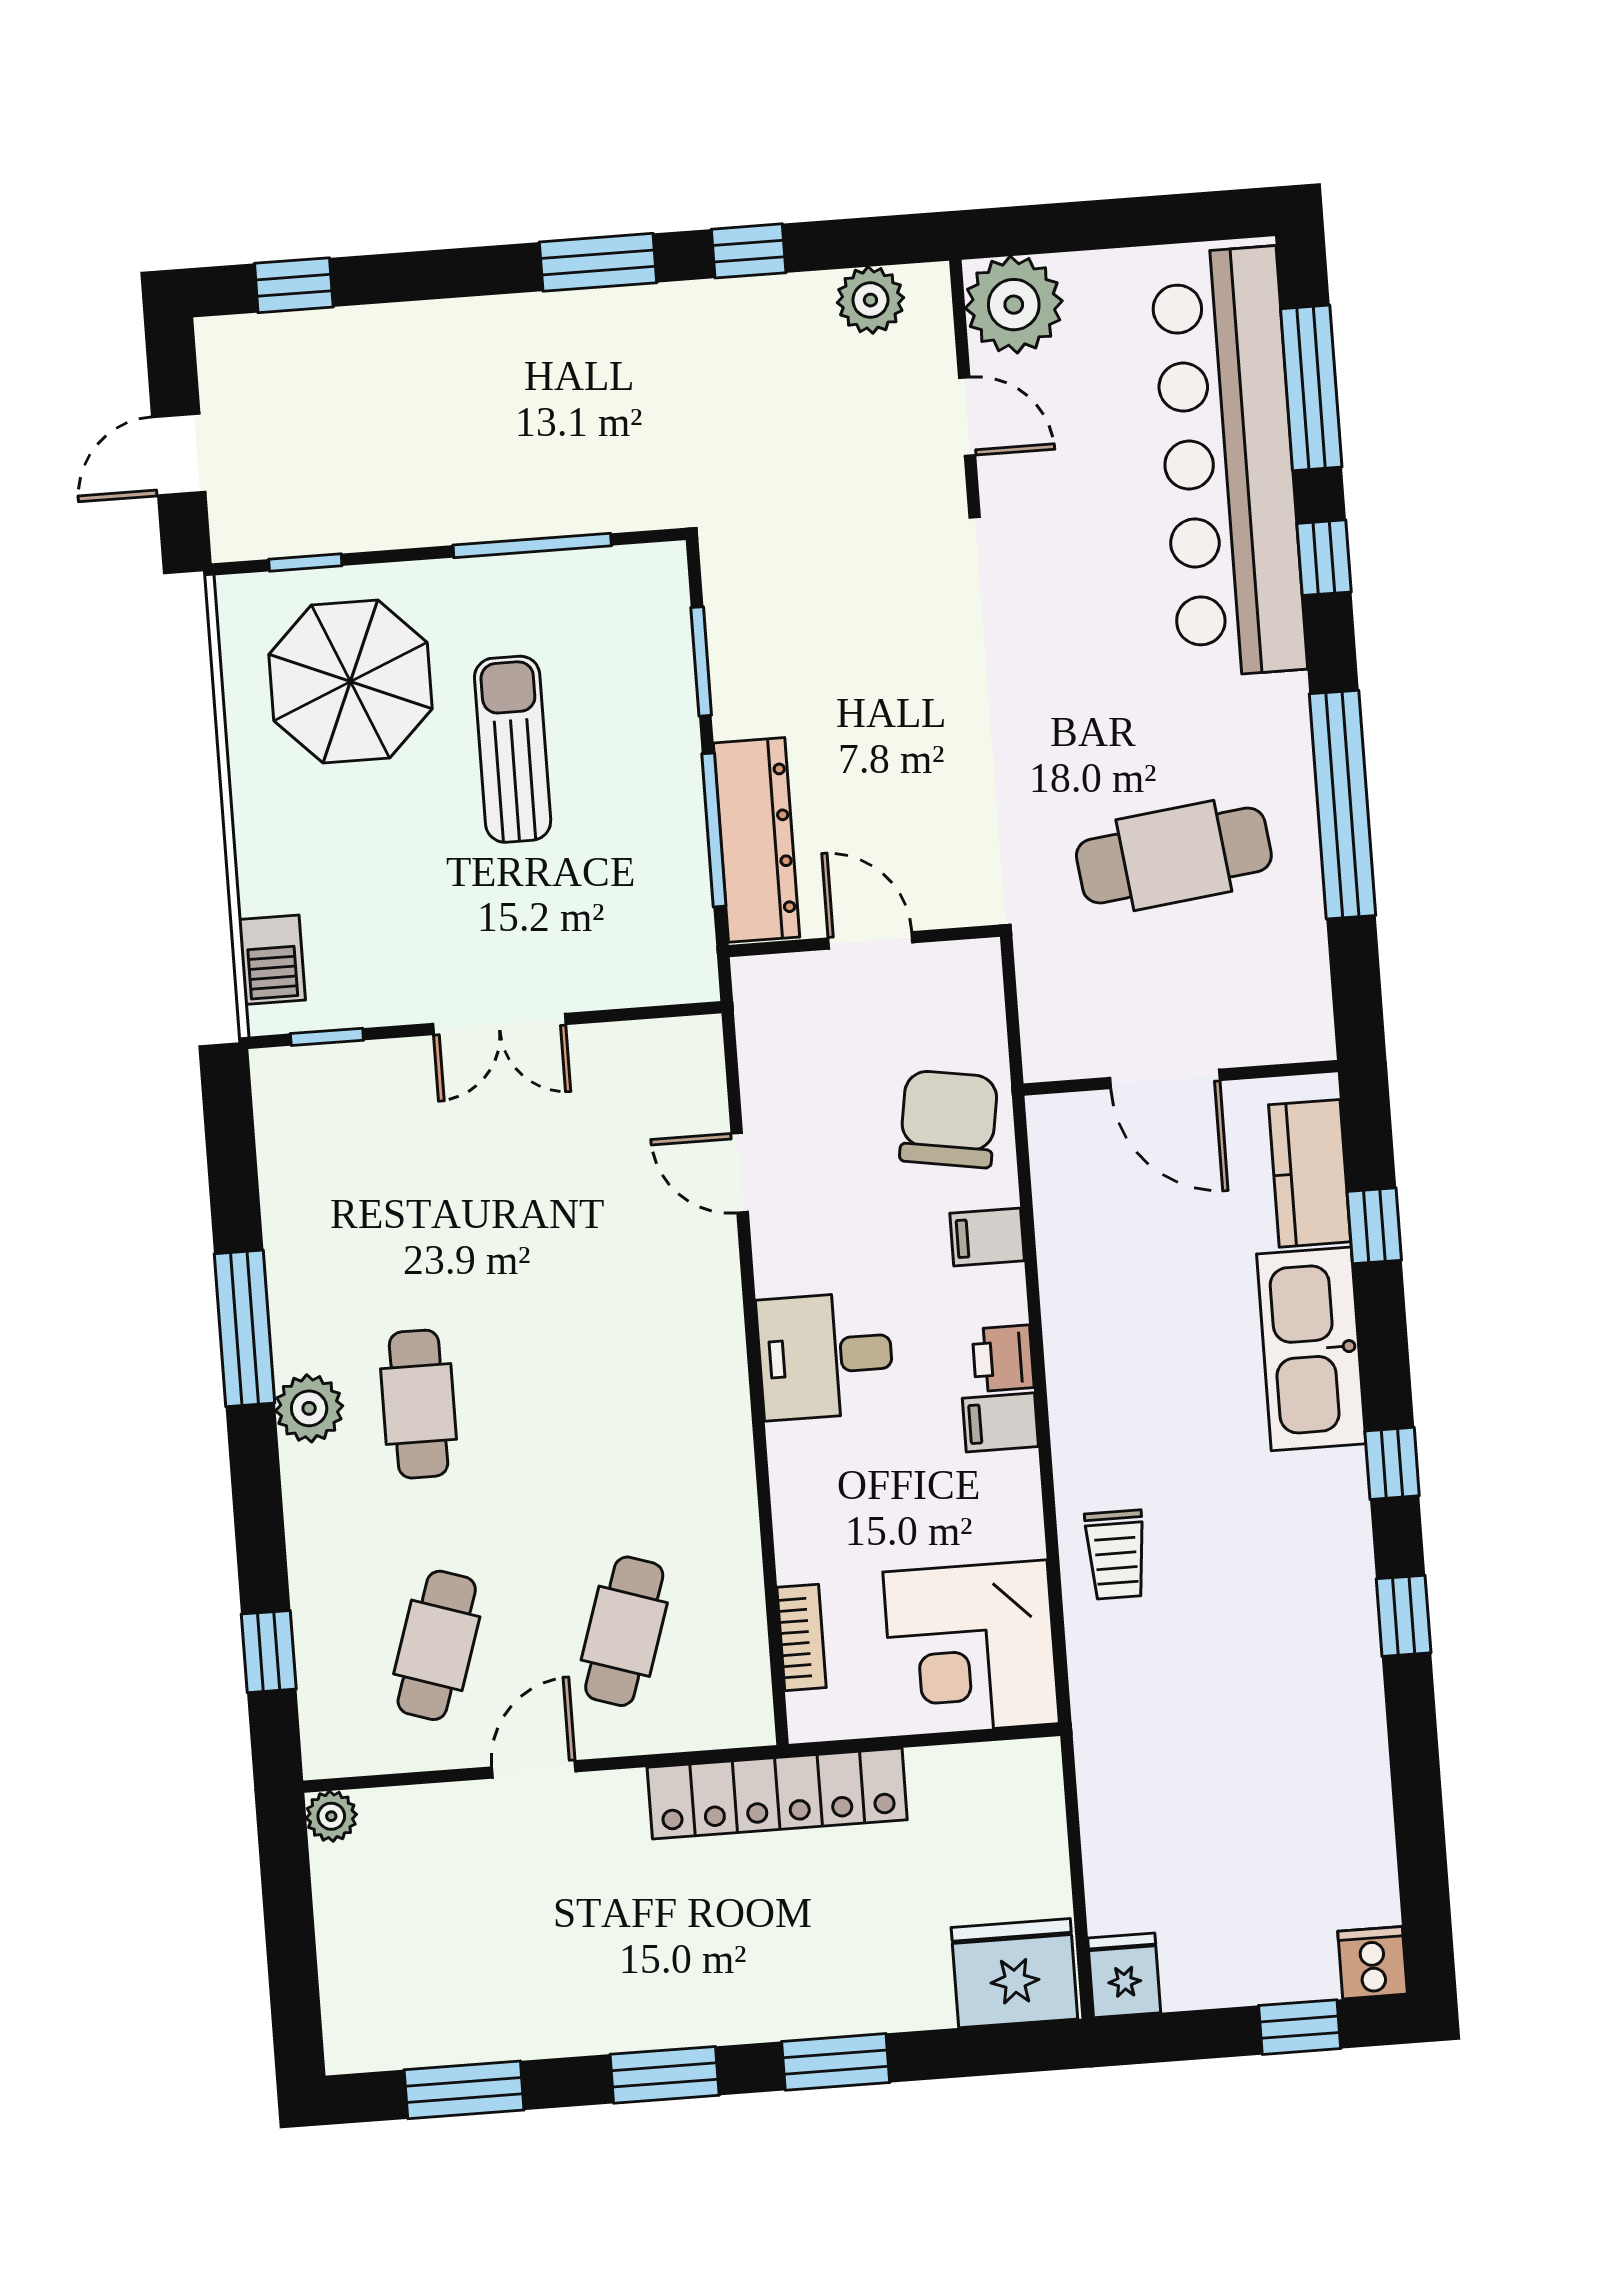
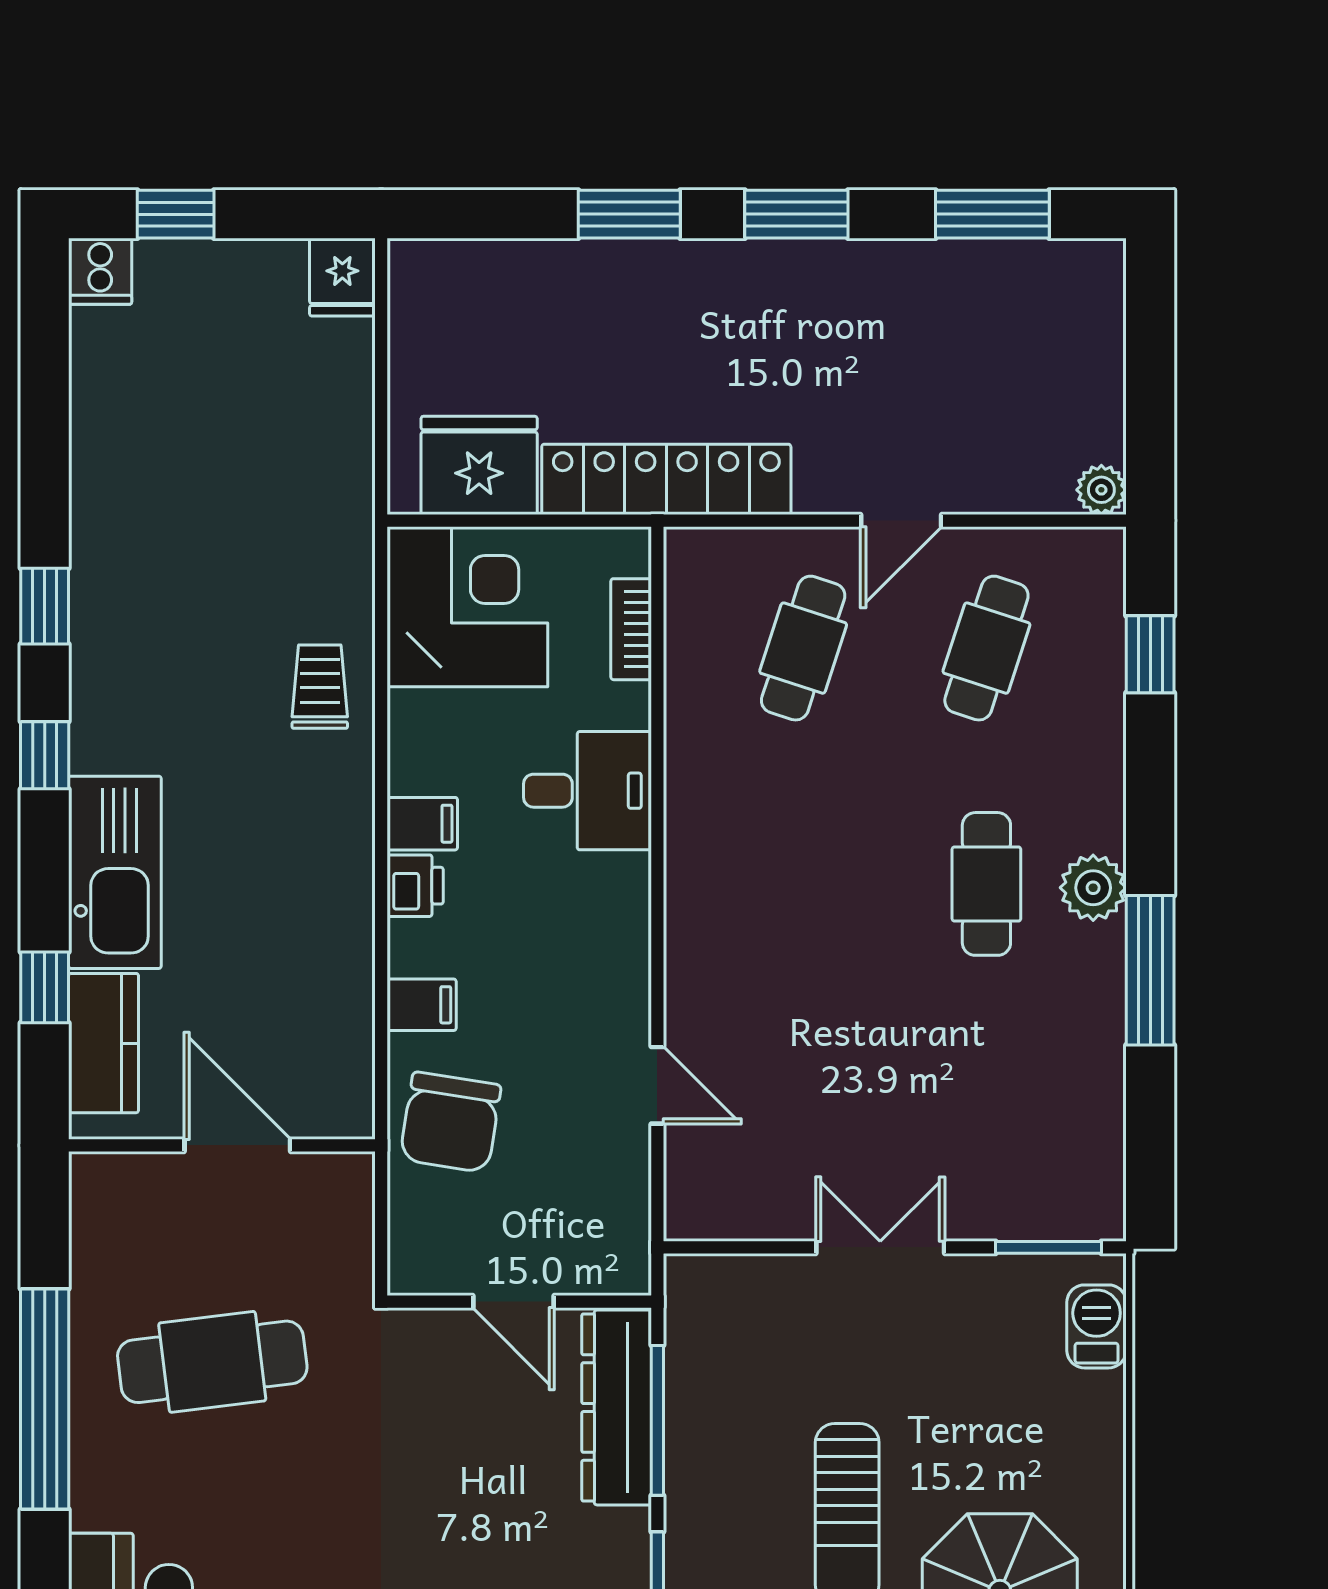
window: (327, 1037) -> (1049, 1247), width x1.50
desk: (825, 1356) -> (588, 791), moved
fridge: (1014, 1973) -> (479, 465), moved, turned 180

